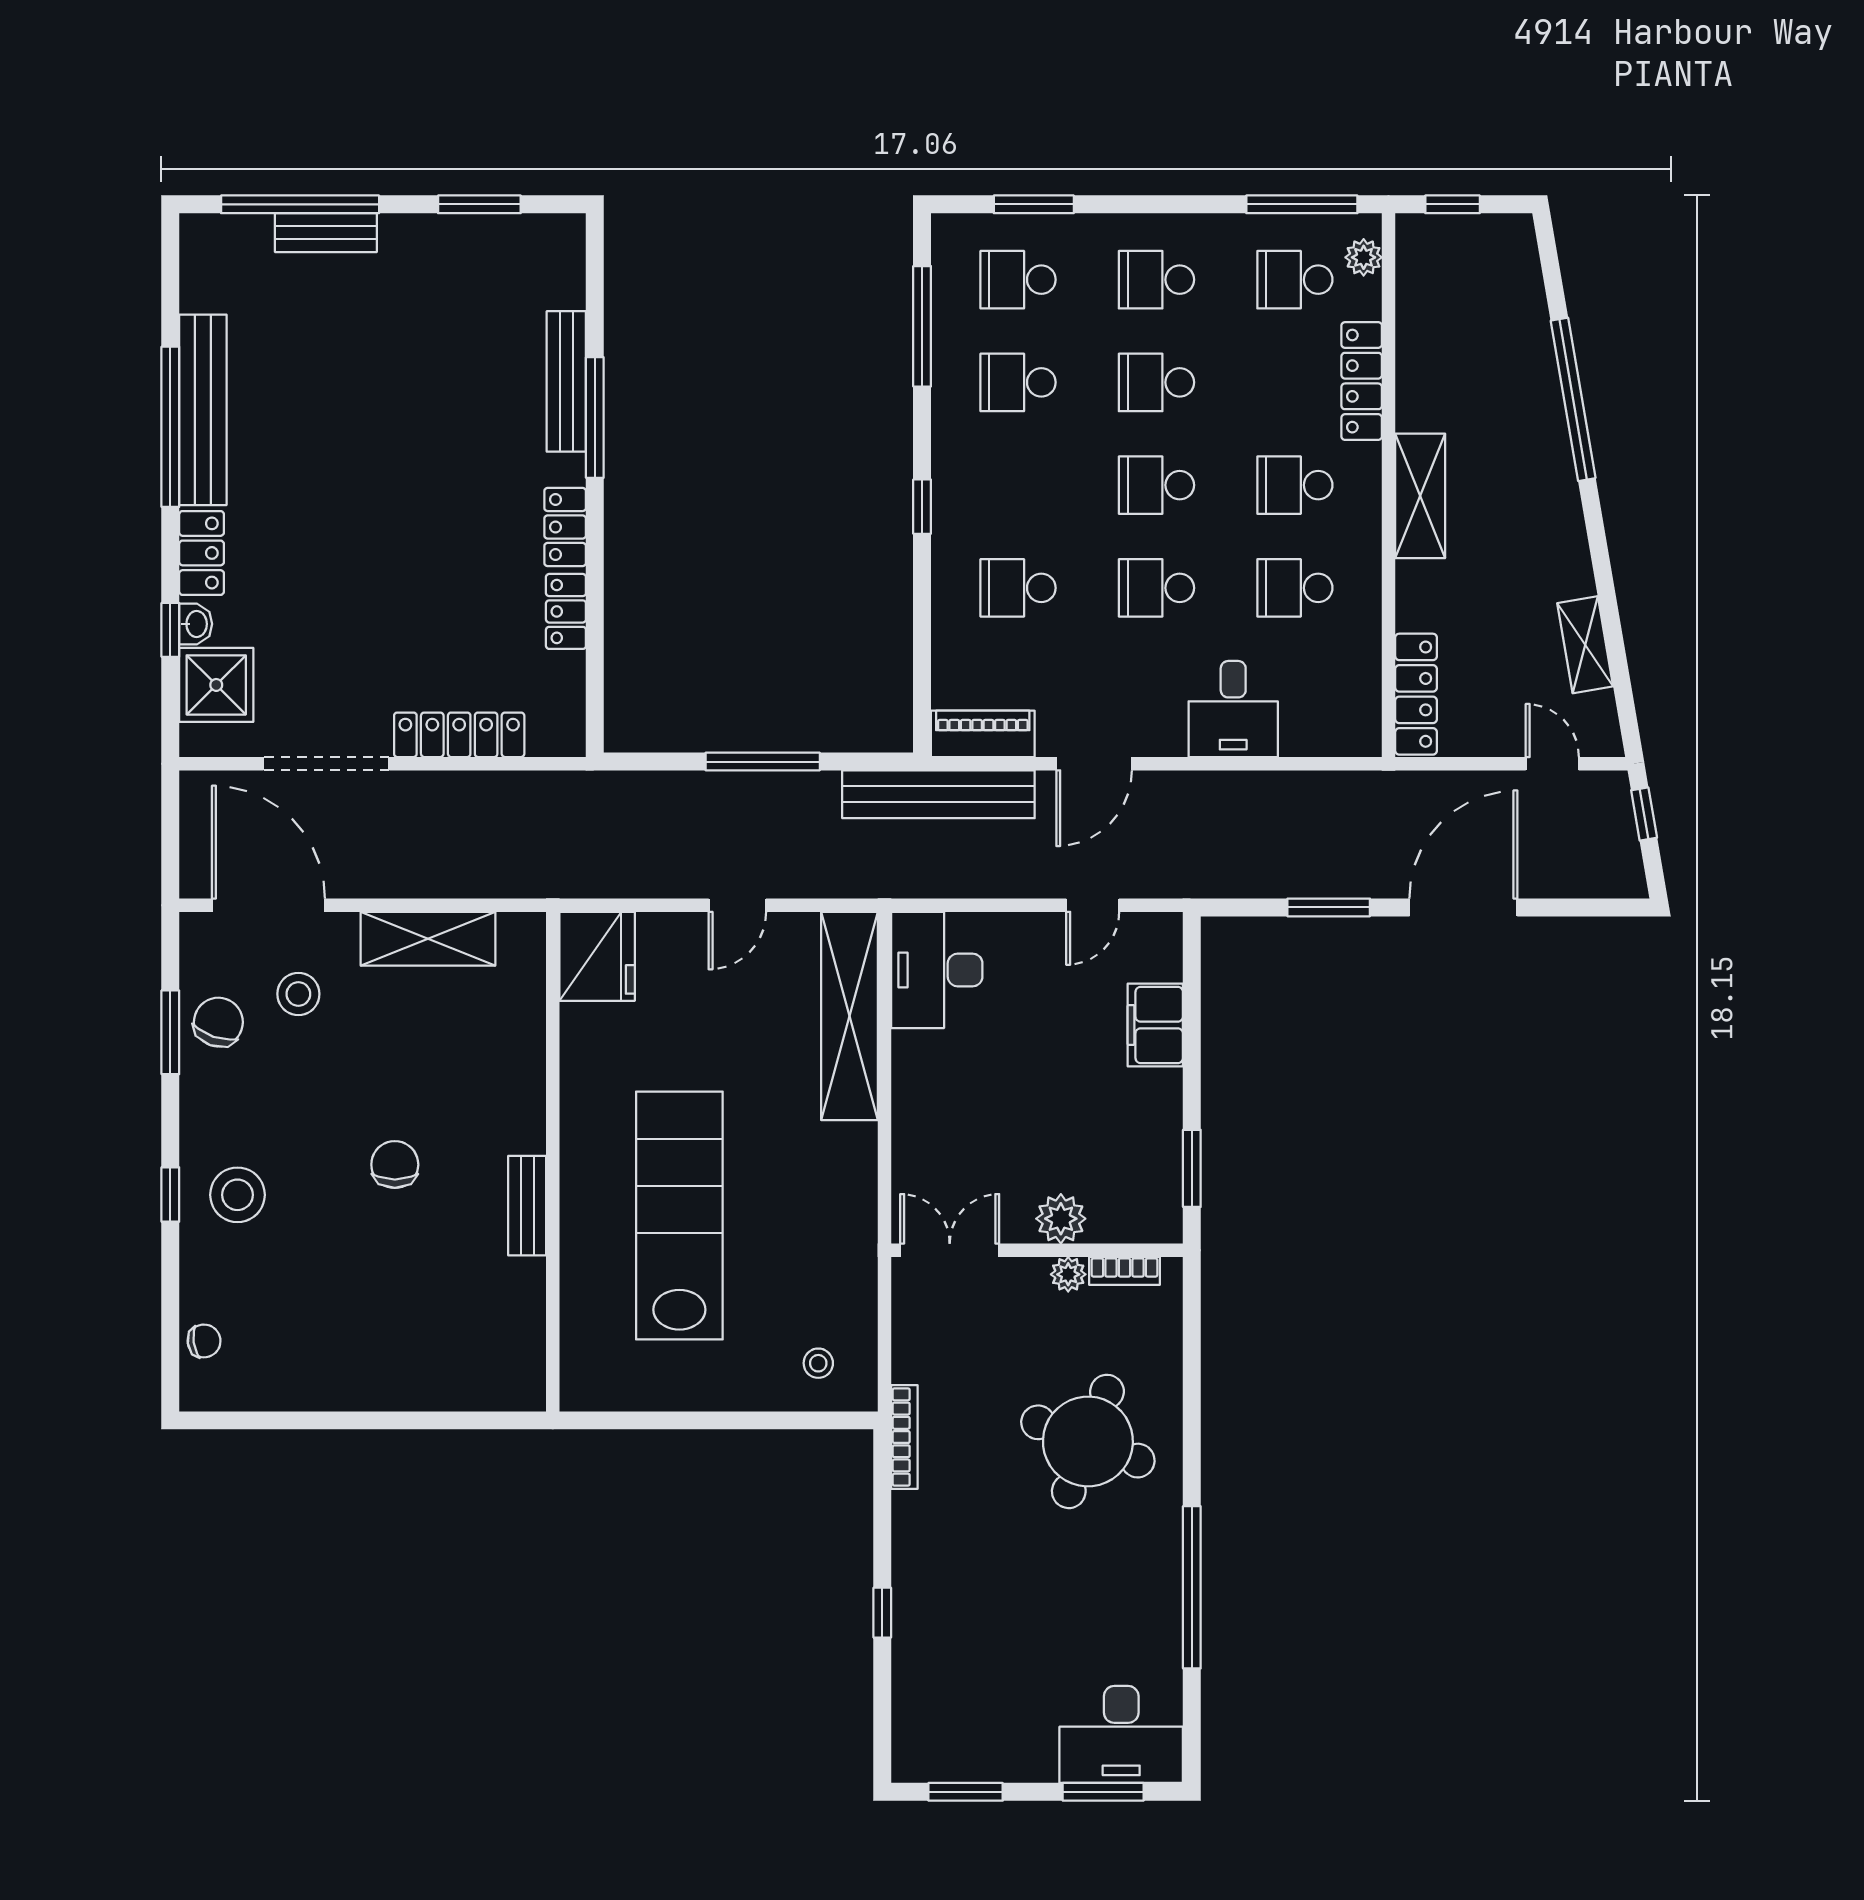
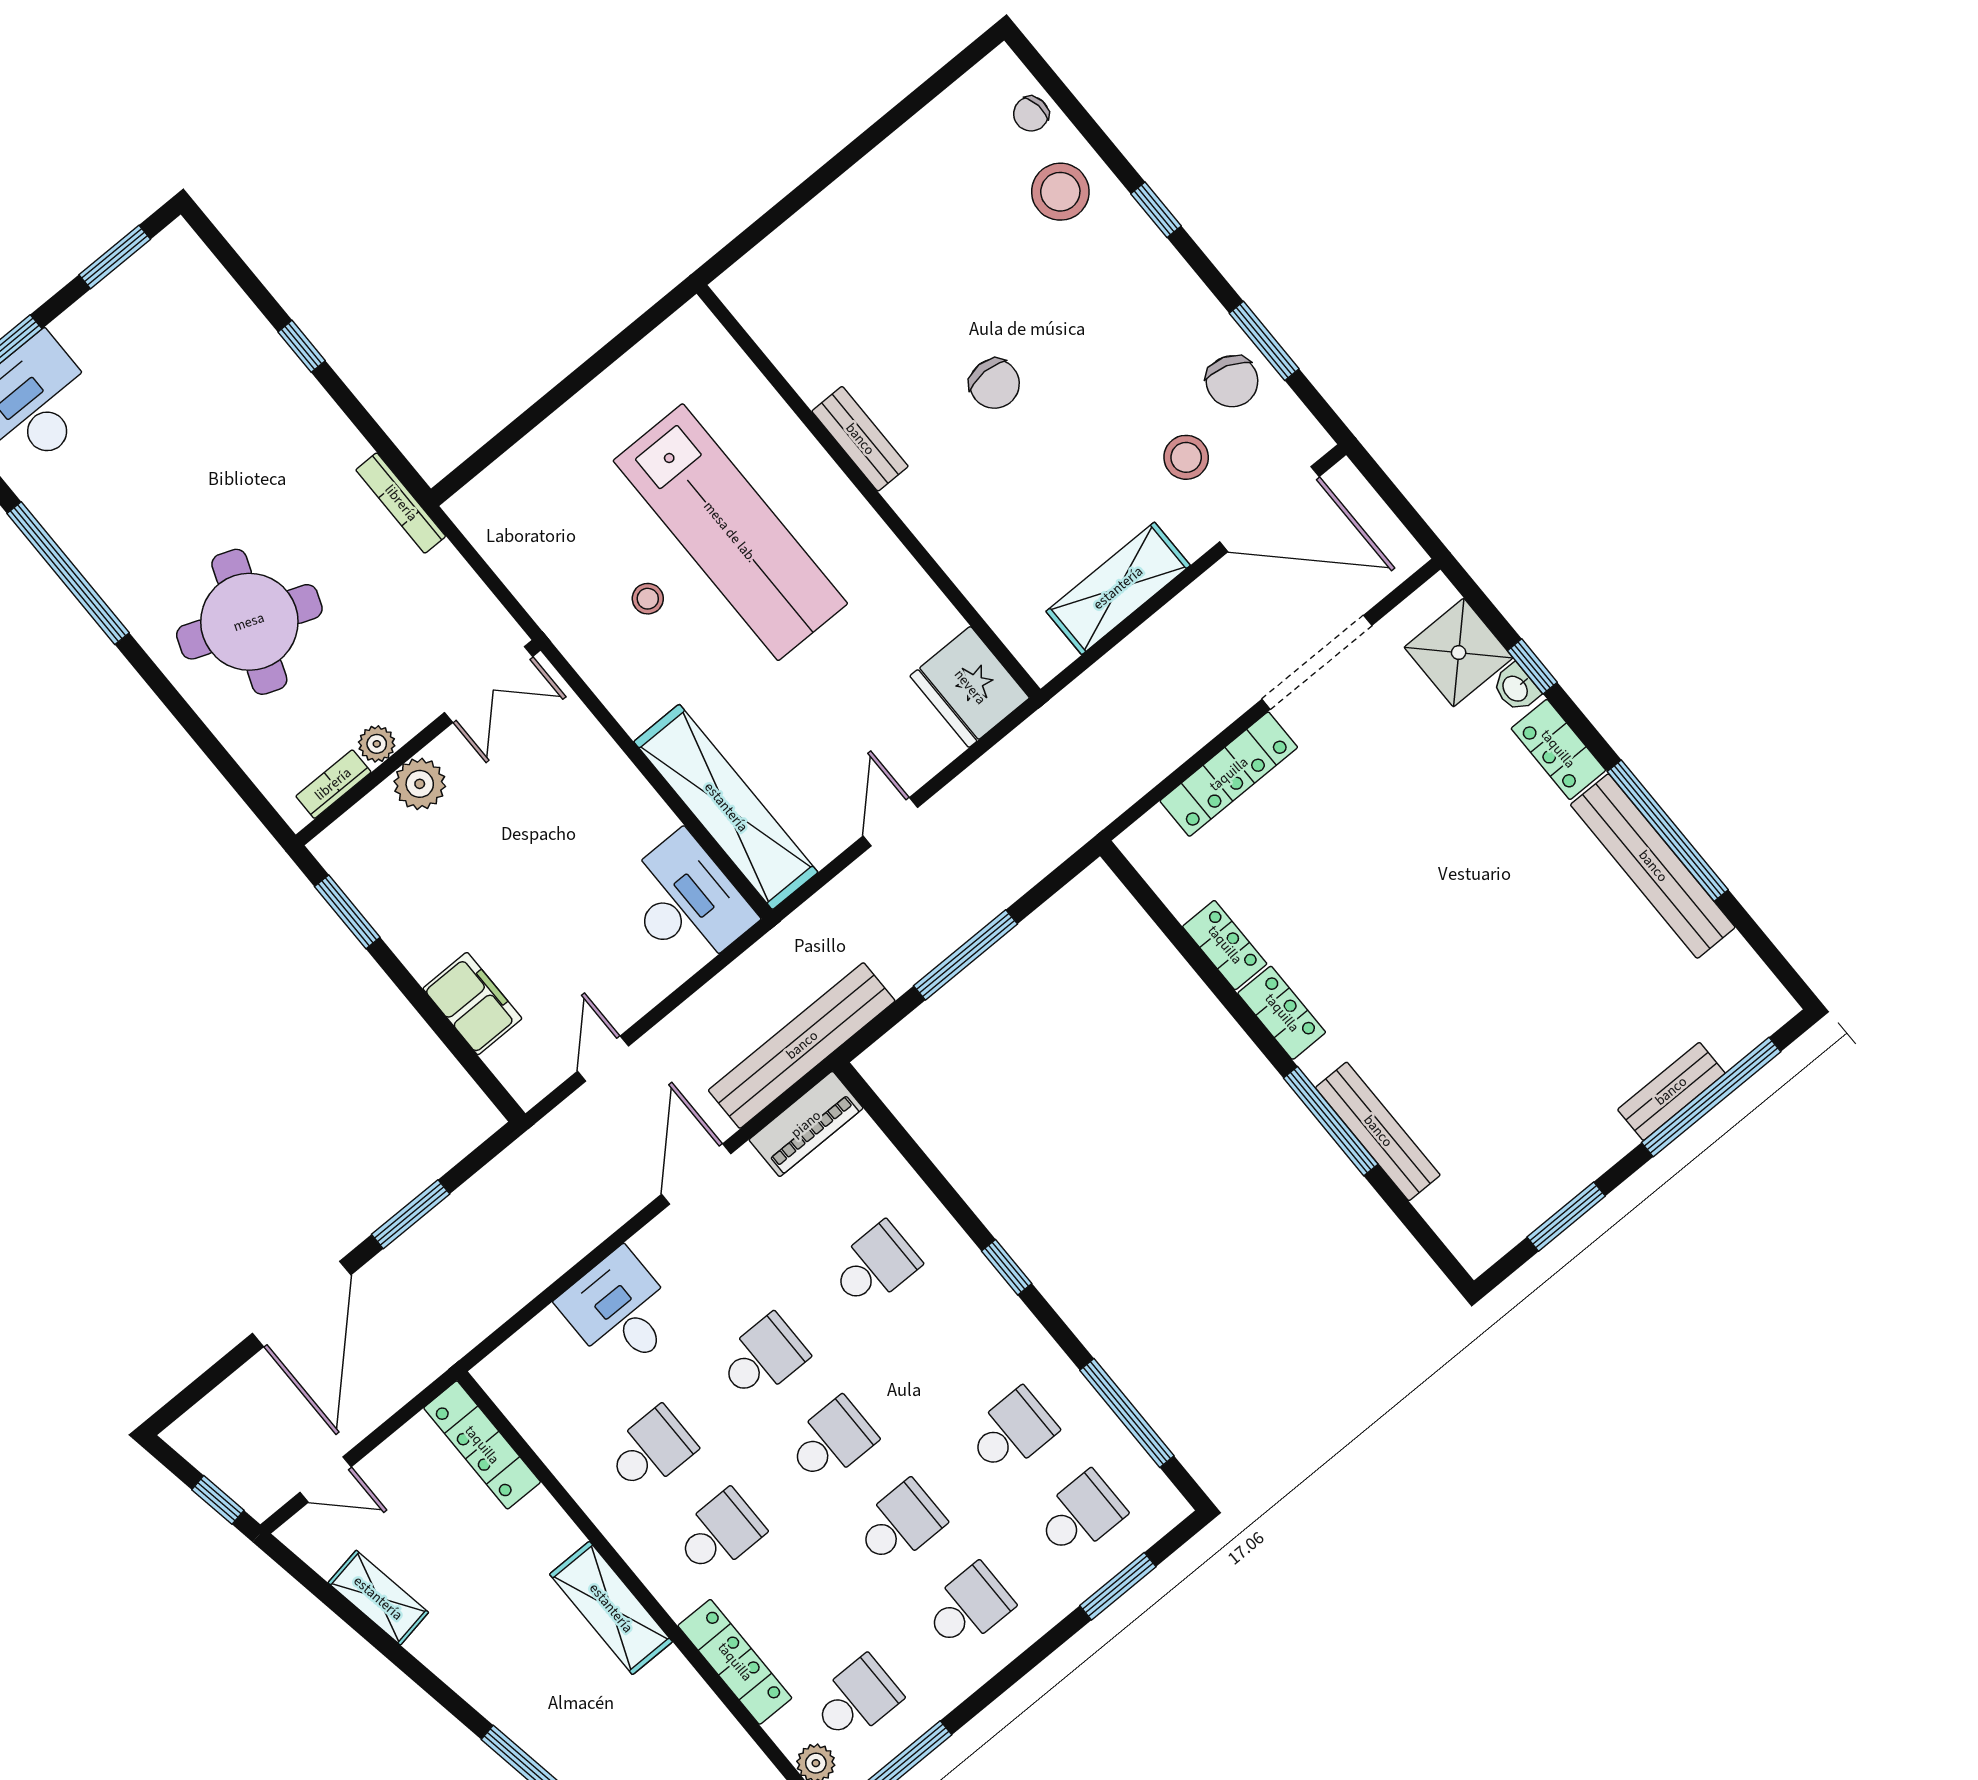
stool: (237, 1195) -> (1060, 192), moved
stool: (818, 1363) -> (648, 599), moved

